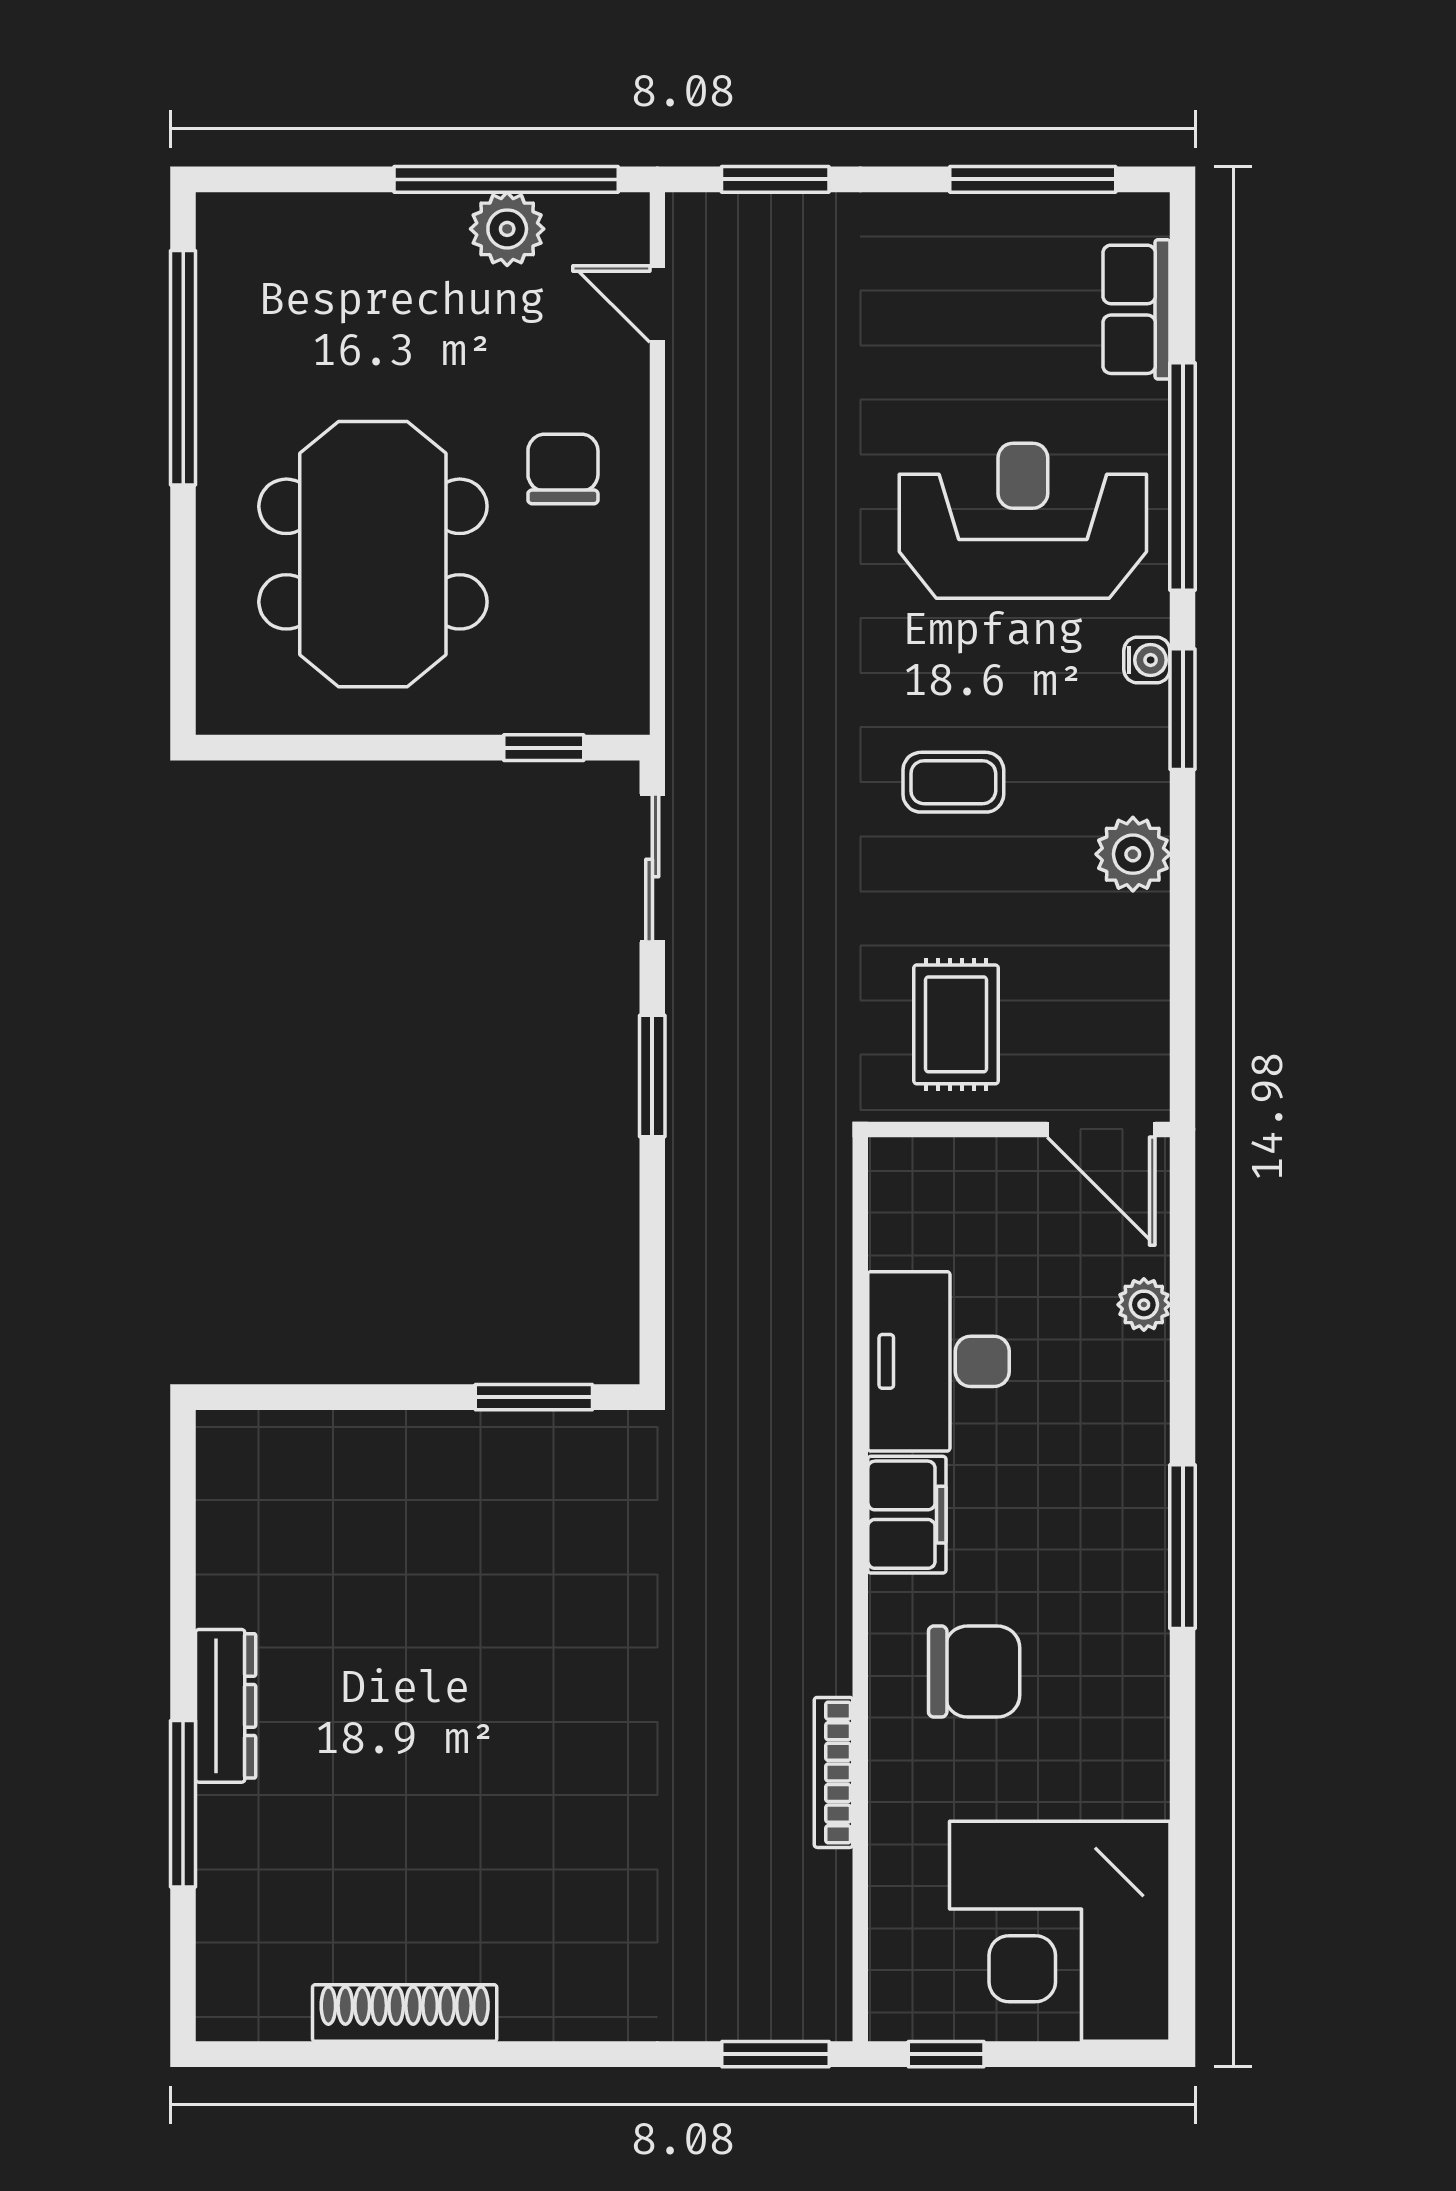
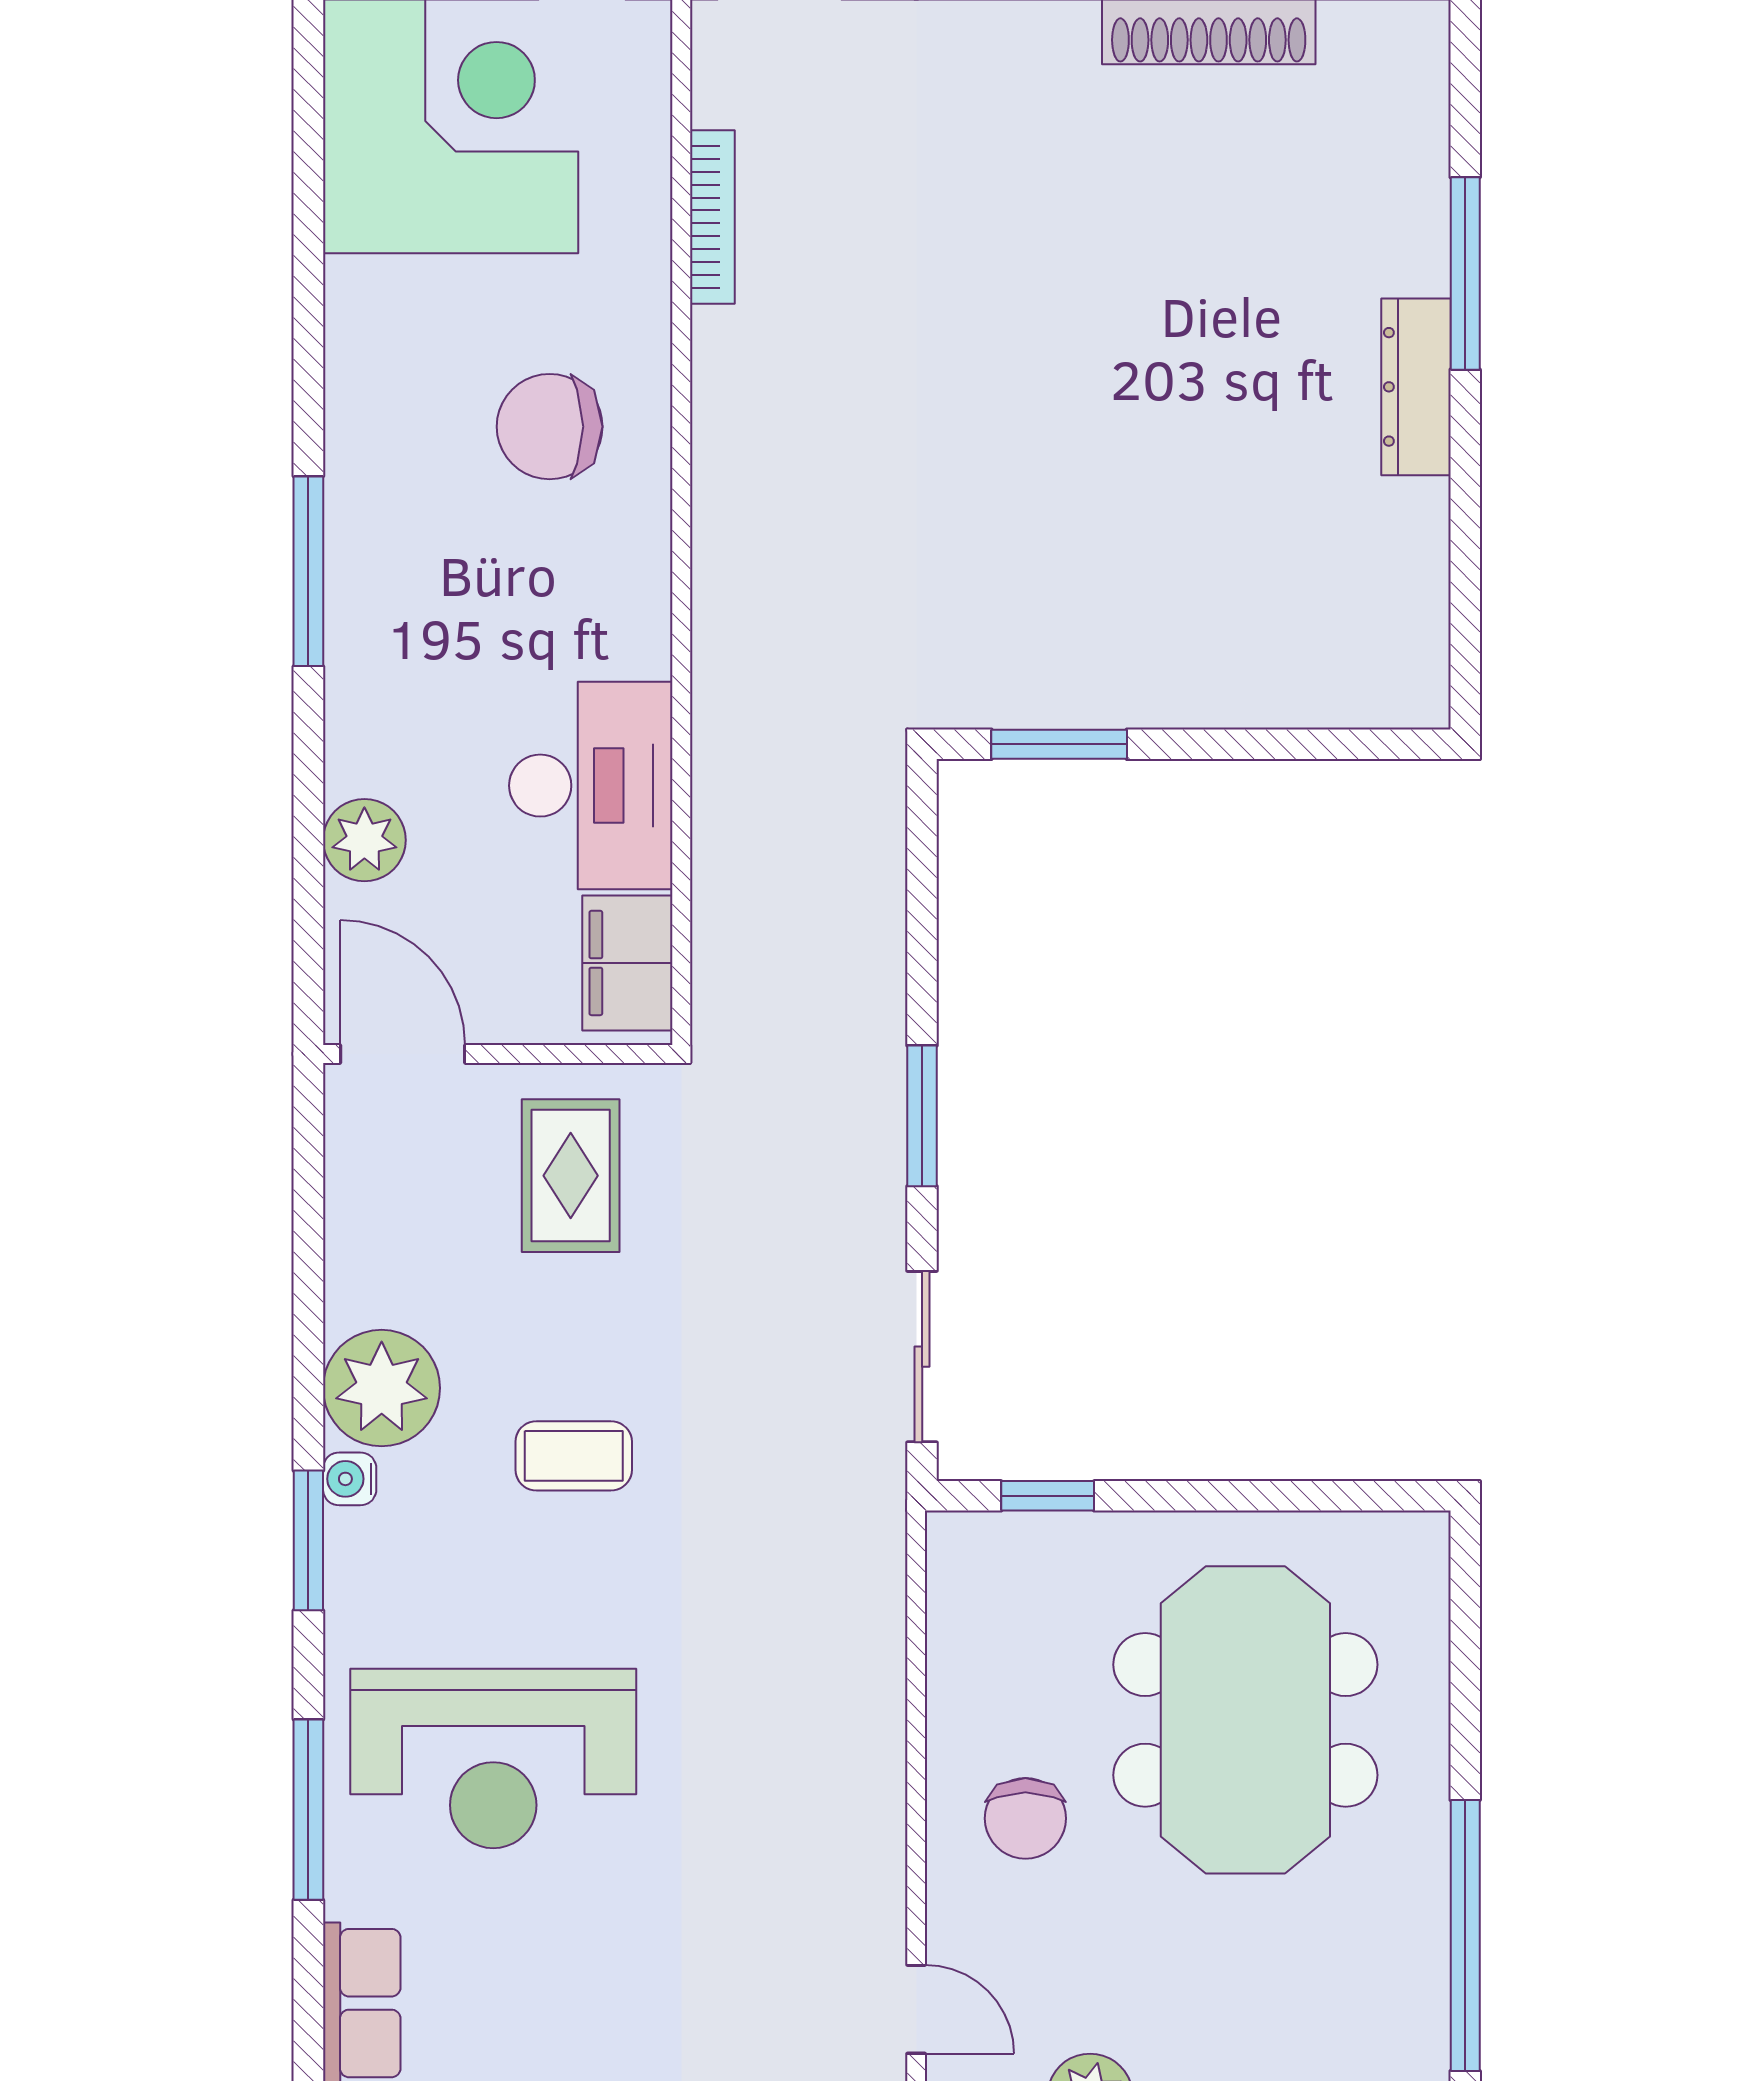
window: (1183, 476) -> (308, 1810), width x0.68
water cooler: (1147, 660) -> (350, 1479), moved
plant: (1133, 854) -> (382, 1388), width x1.36, depth x1.36
plant: (1144, 1305) -> (364, 840), width x1.38, depth x1.38
filing cabinet: (907, 1515) -> (627, 963), moved
bookcase: (833, 1772) -> (712, 217), moved

